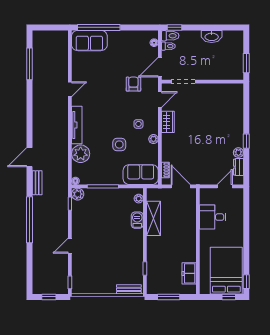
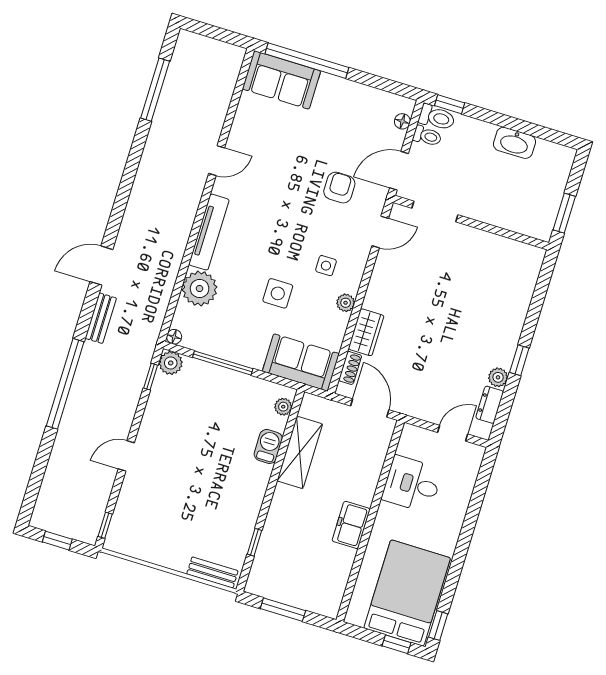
wardrobe: (168, 122) -> (366, 332), moved
freezer: (189, 273) -> (351, 525), moved

